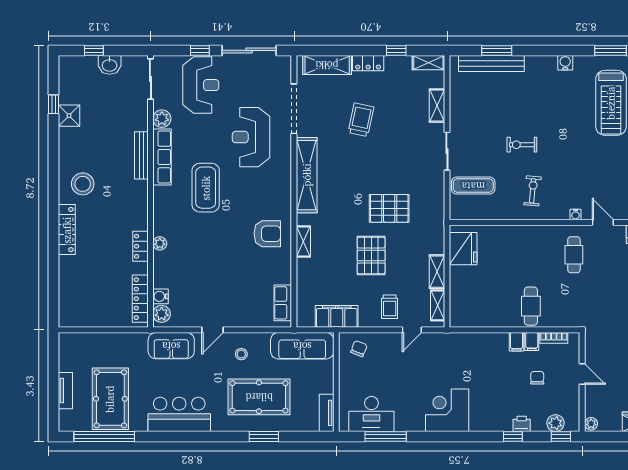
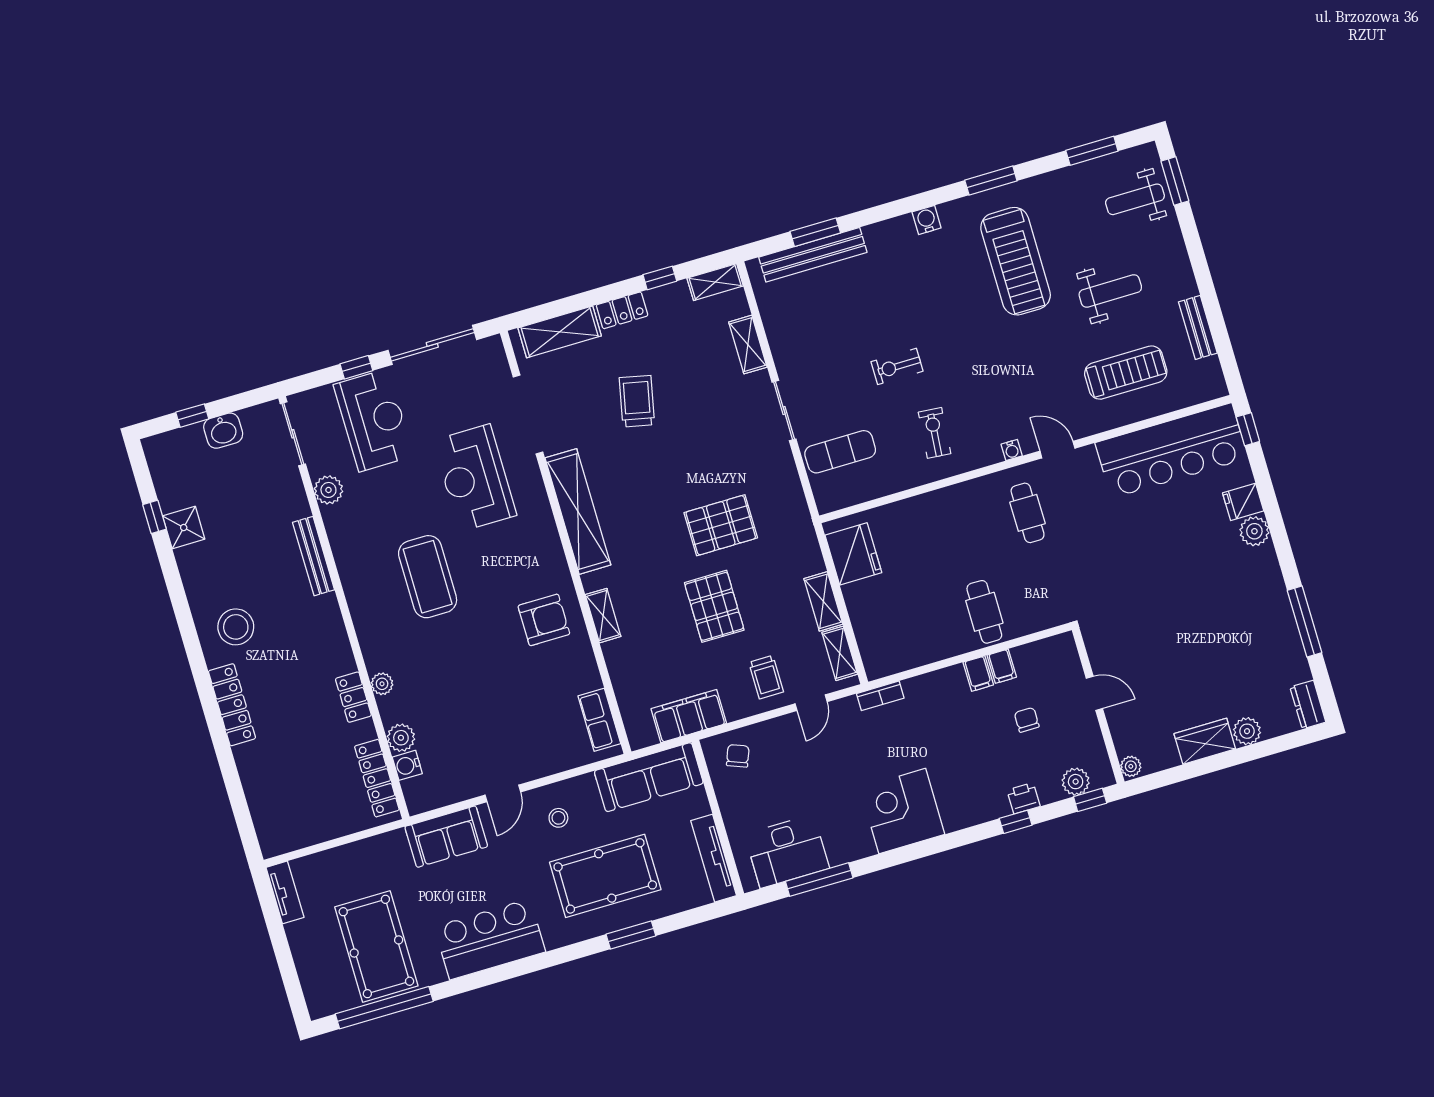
row of seats: (162, 157) -> (346, 549), removed
plant: (162, 314) -> (401, 738), moved
bookcase: (554, 338) -> (880, 696), moved
tv unit: (65, 391) -> (285, 892), moved
tv unit: (327, 413) -> (714, 858), width x1.41

